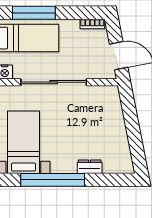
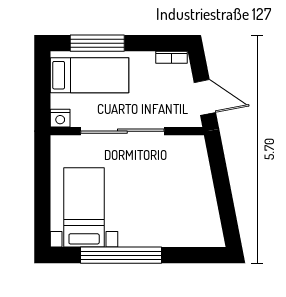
dresser: (90, 167) -> (168, 238), removed

